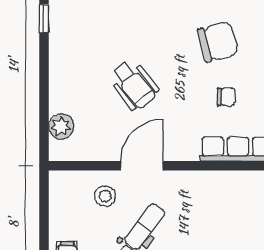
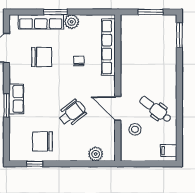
chair: (84, 32) -> (42, 141), added
chair: (218, 42) -> (42, 57), moved, turned 105

